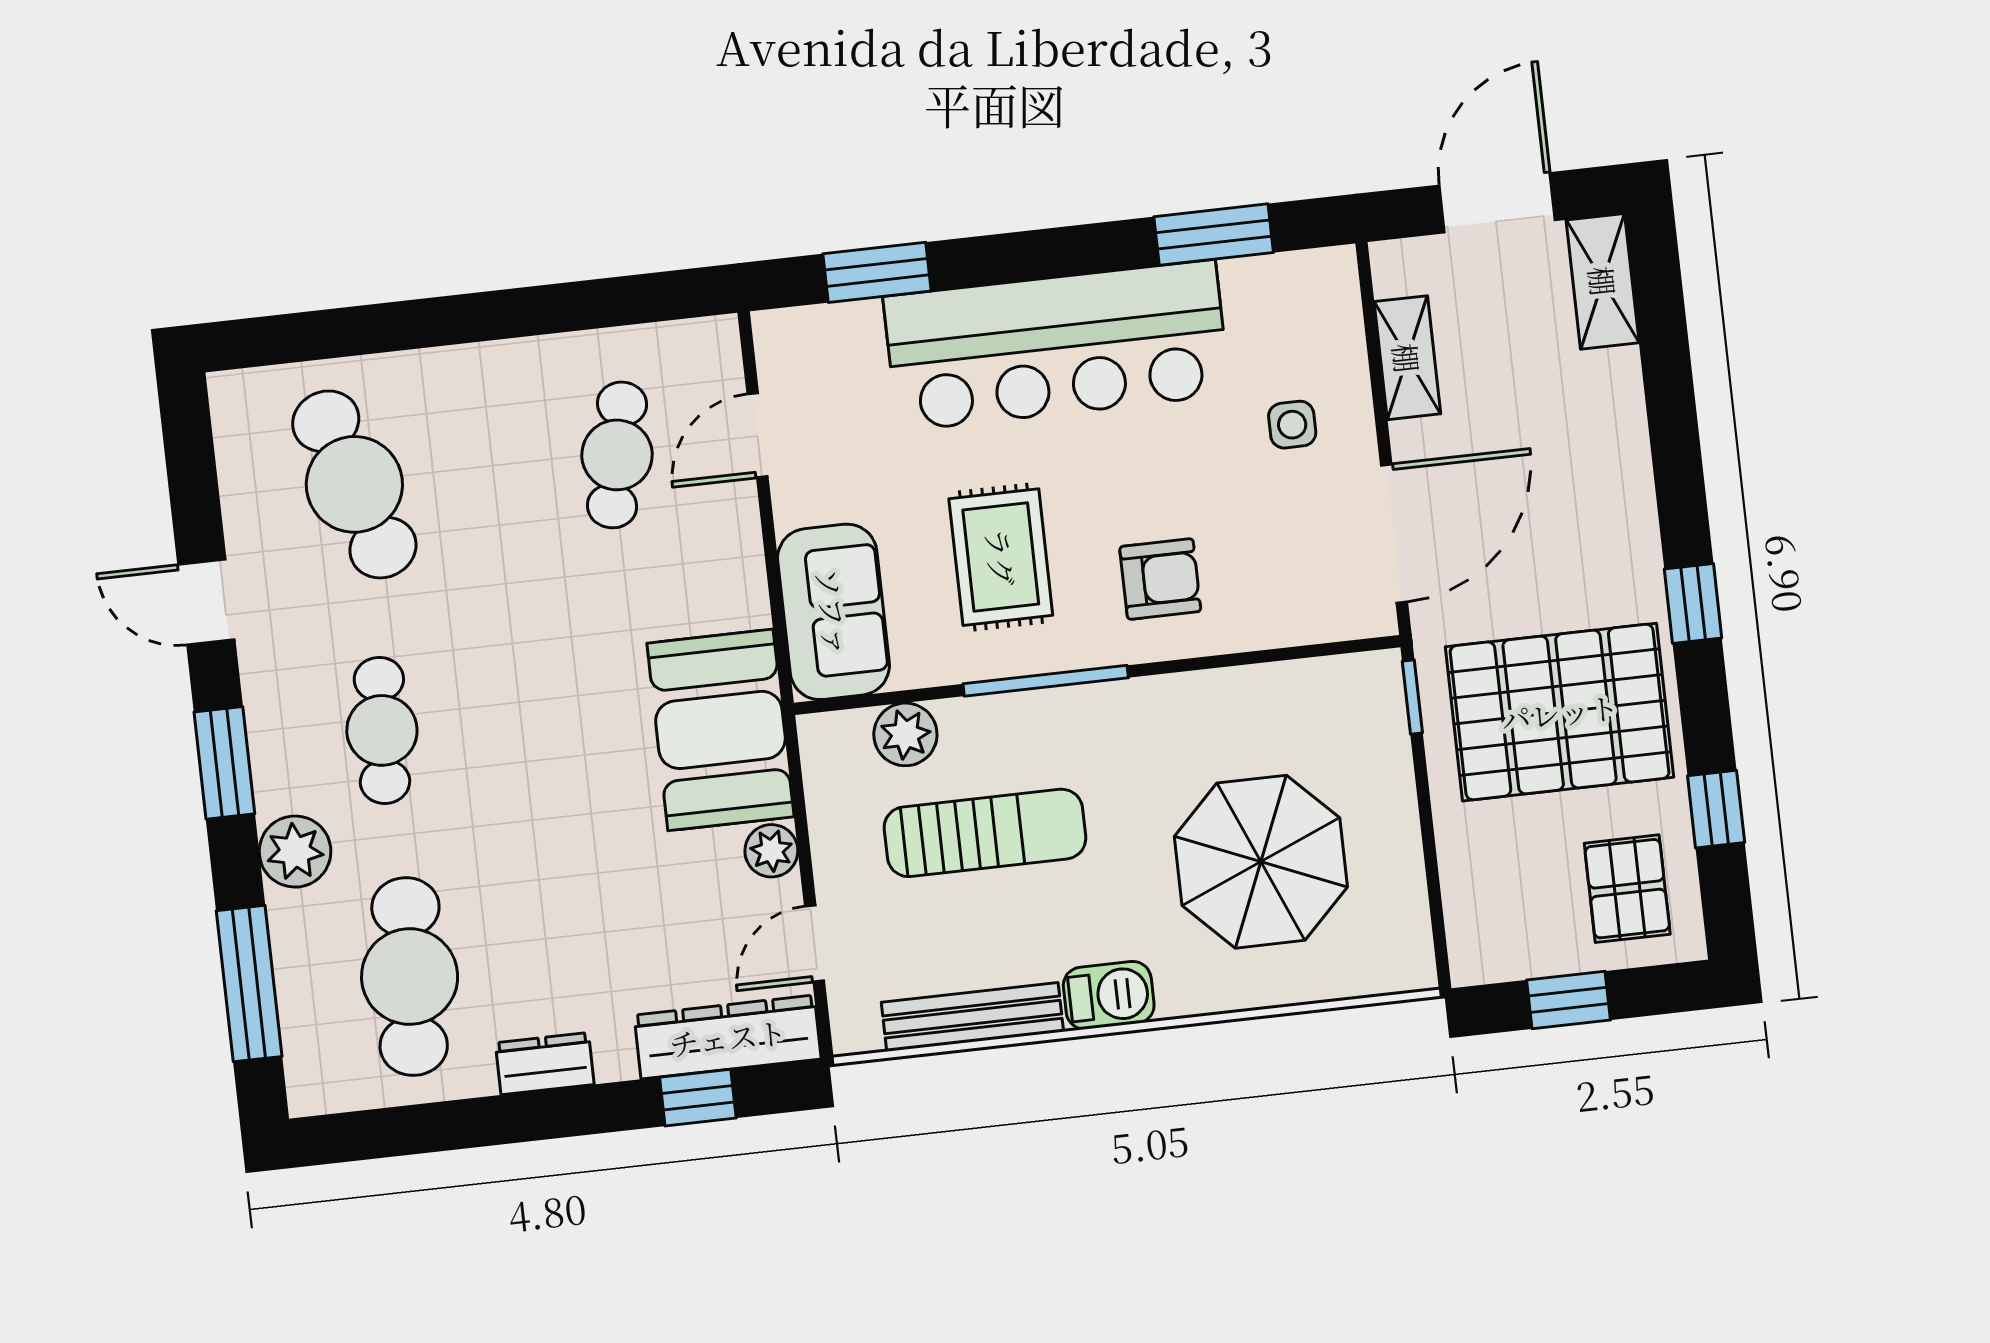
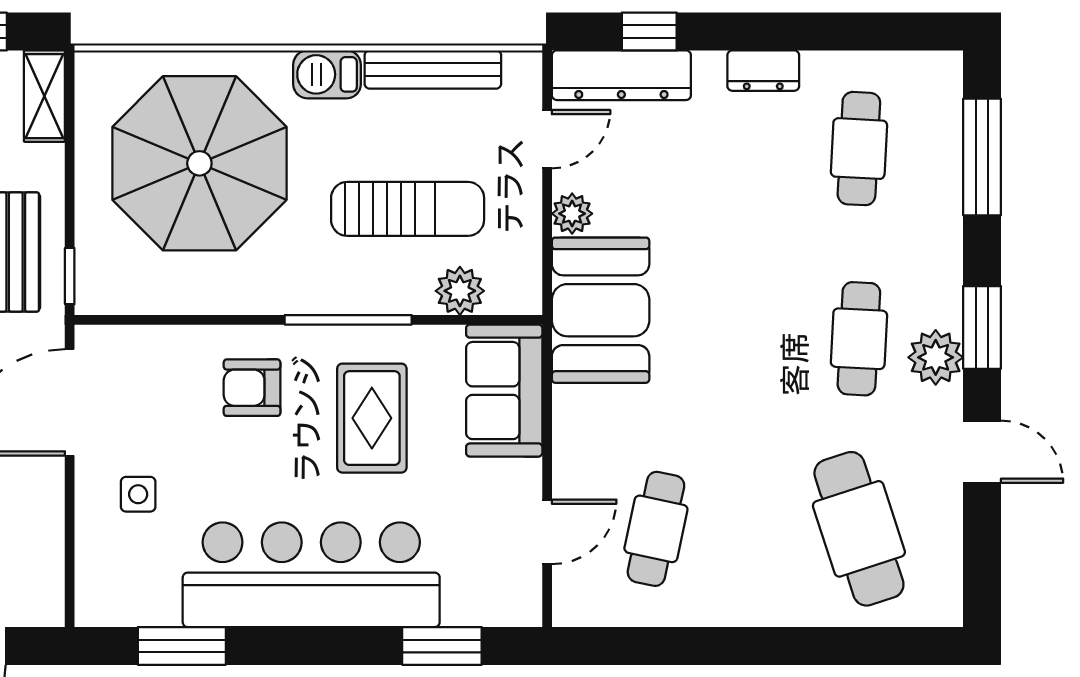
shelving: (1407, 358) -> (44, 96), moved
sun lounger: (985, 833) -> (408, 209), turned 180
plant: (295, 852) -> (936, 357), moved
parasol: (1261, 862) -> (199, 163), width x1.36, depth x1.36
cafe table: (410, 977) -> (859, 149), width x0.73, depth x0.74

